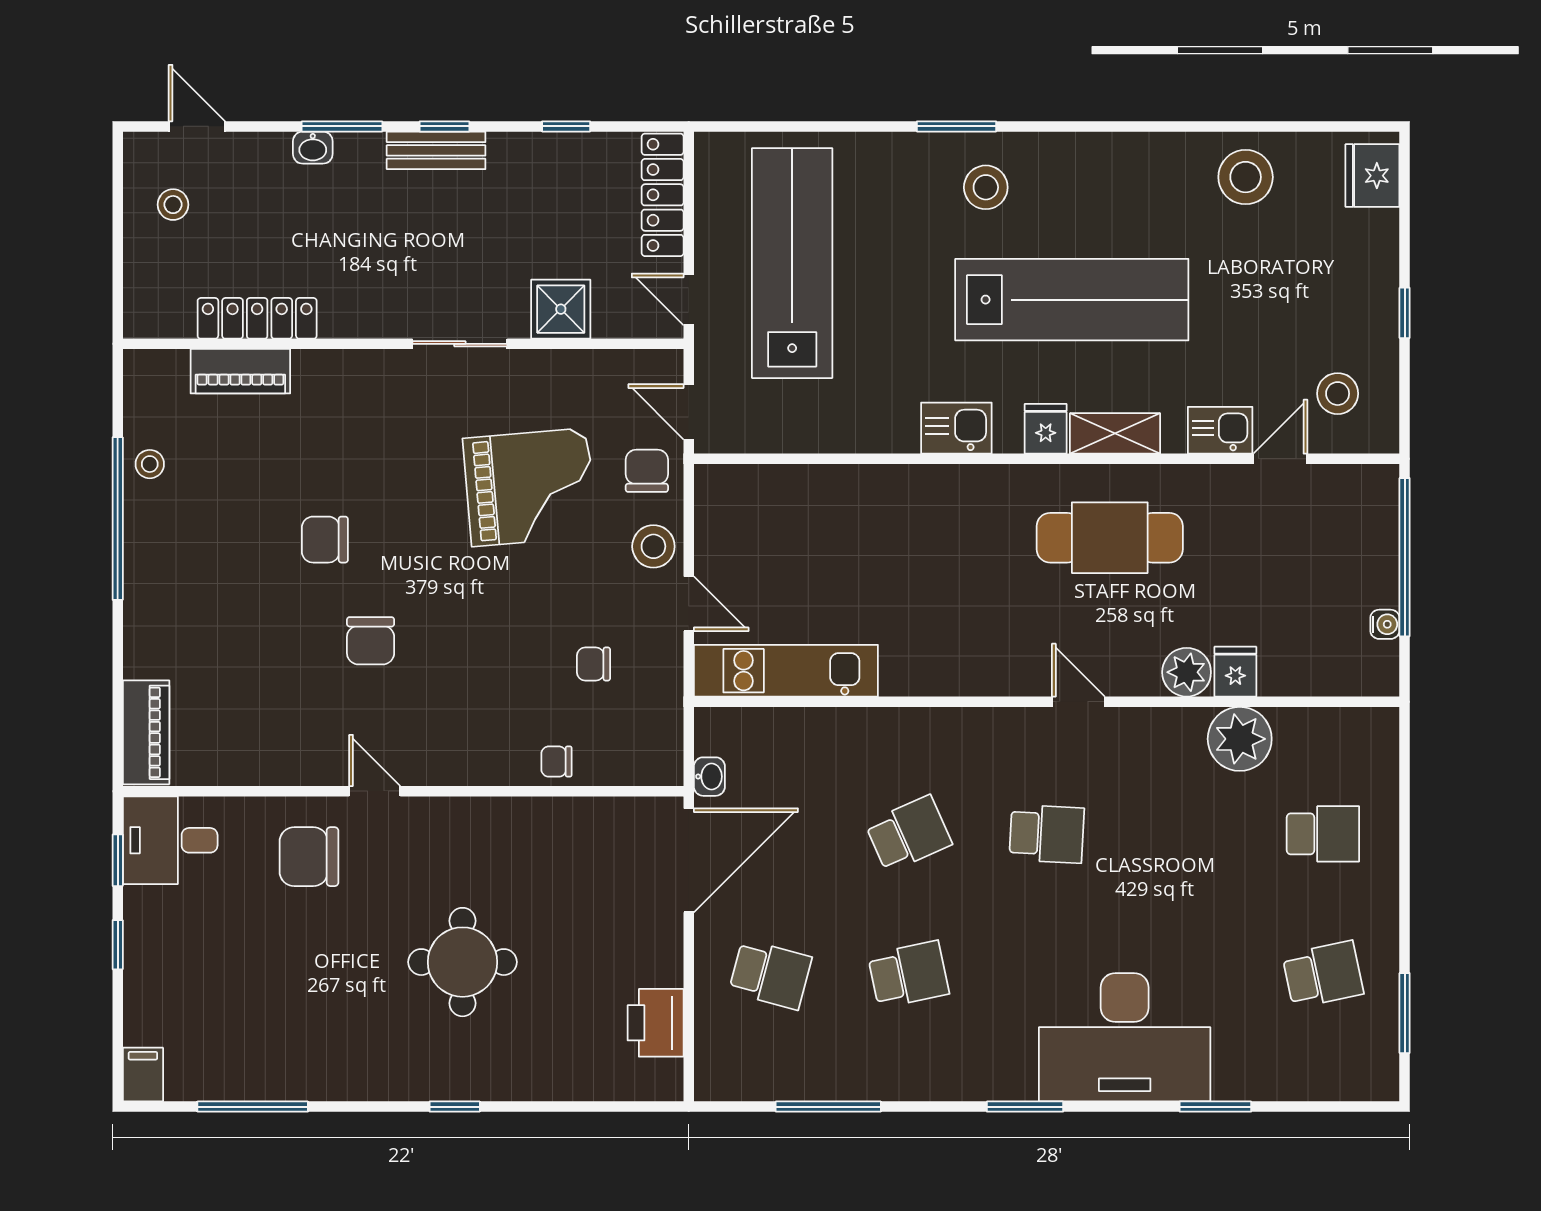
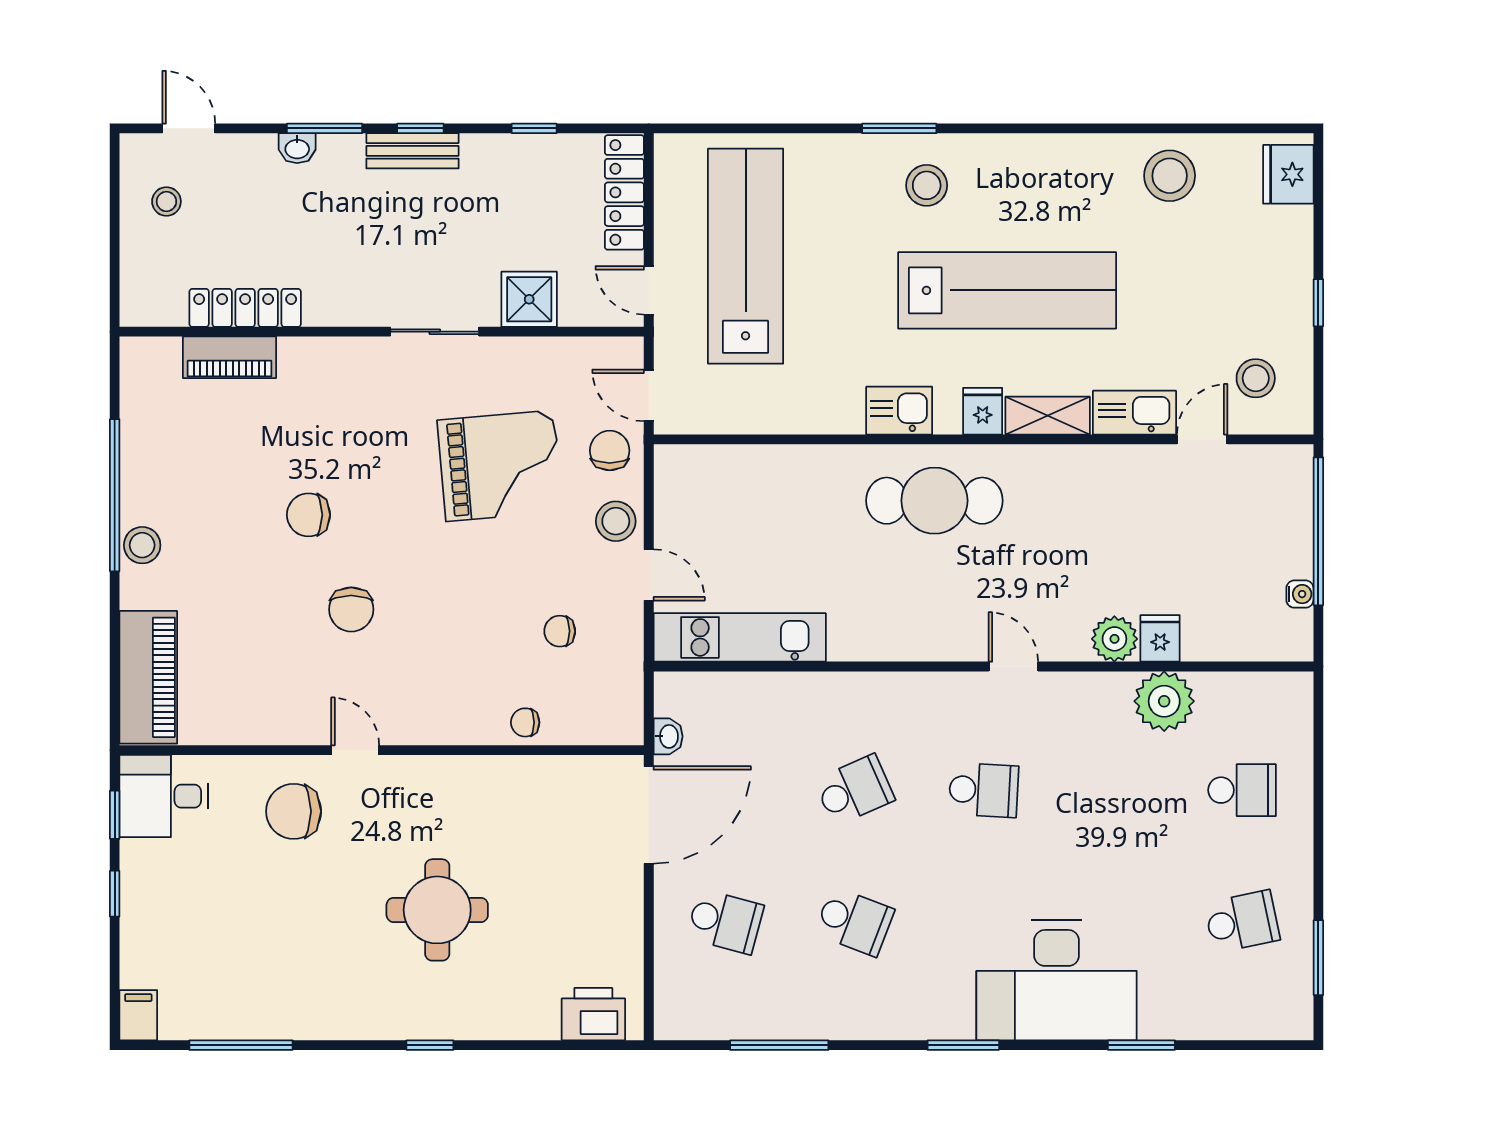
kitchen sink: (1220, 430) -> (1135, 413), width x1.38
stool: (150, 464) -> (142, 545), moved, width x1.37, depth x1.37
cafe table: (1110, 538) -> (934, 501), moved
piano: (146, 732) -> (148, 677), width x1.37, depth x1.33
school desk: (908, 974) -> (854, 922), turned 33
printer: (656, 1023) -> (593, 1014), moved, turned 90

